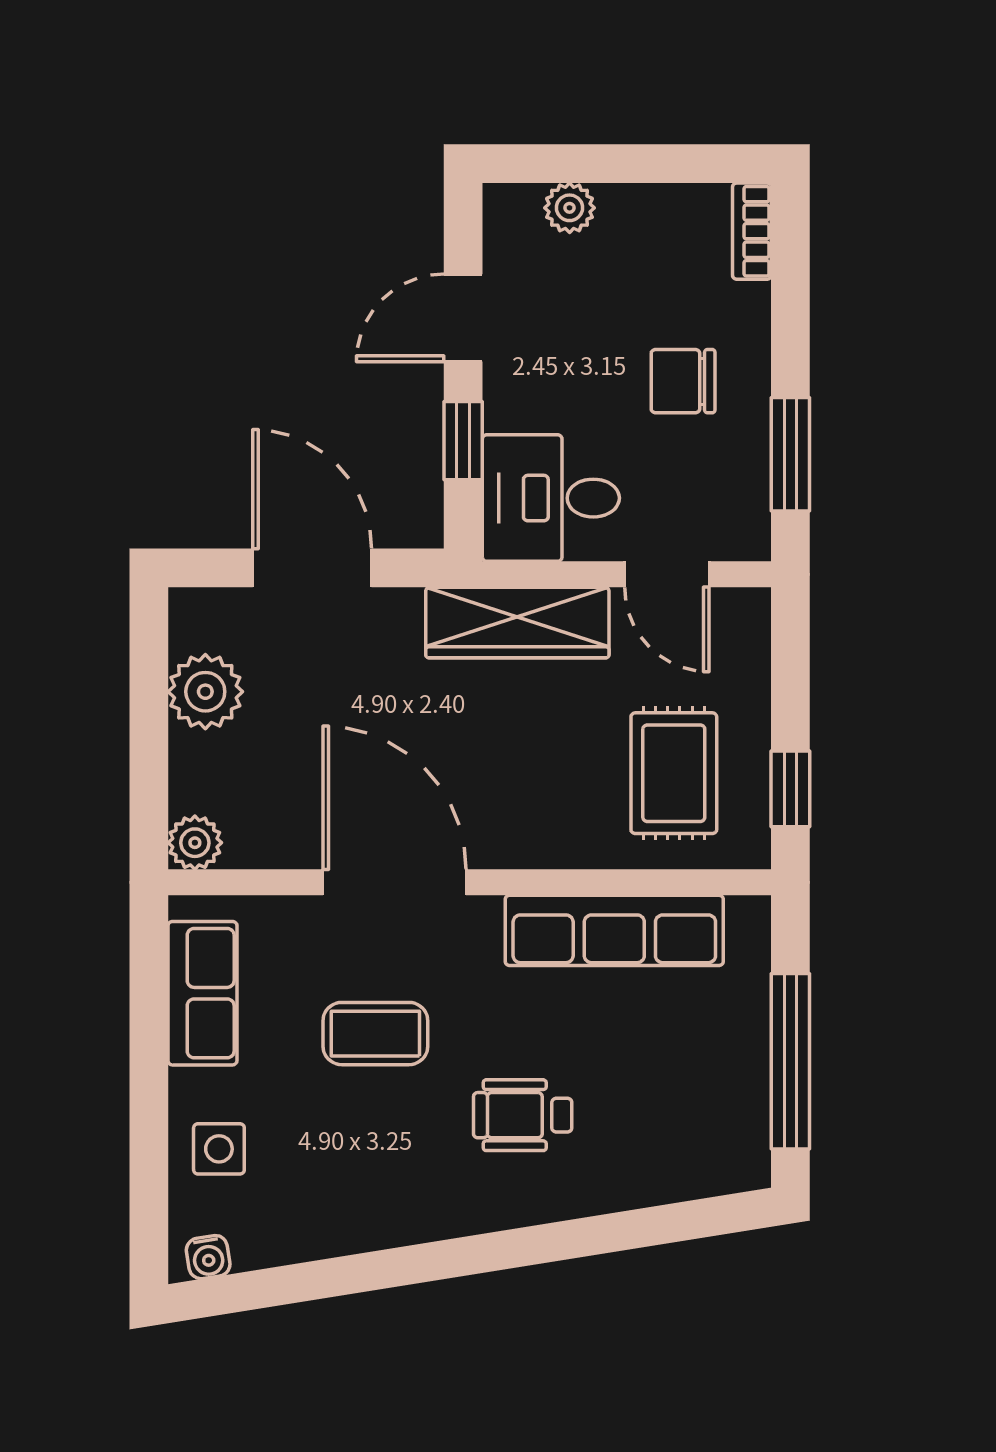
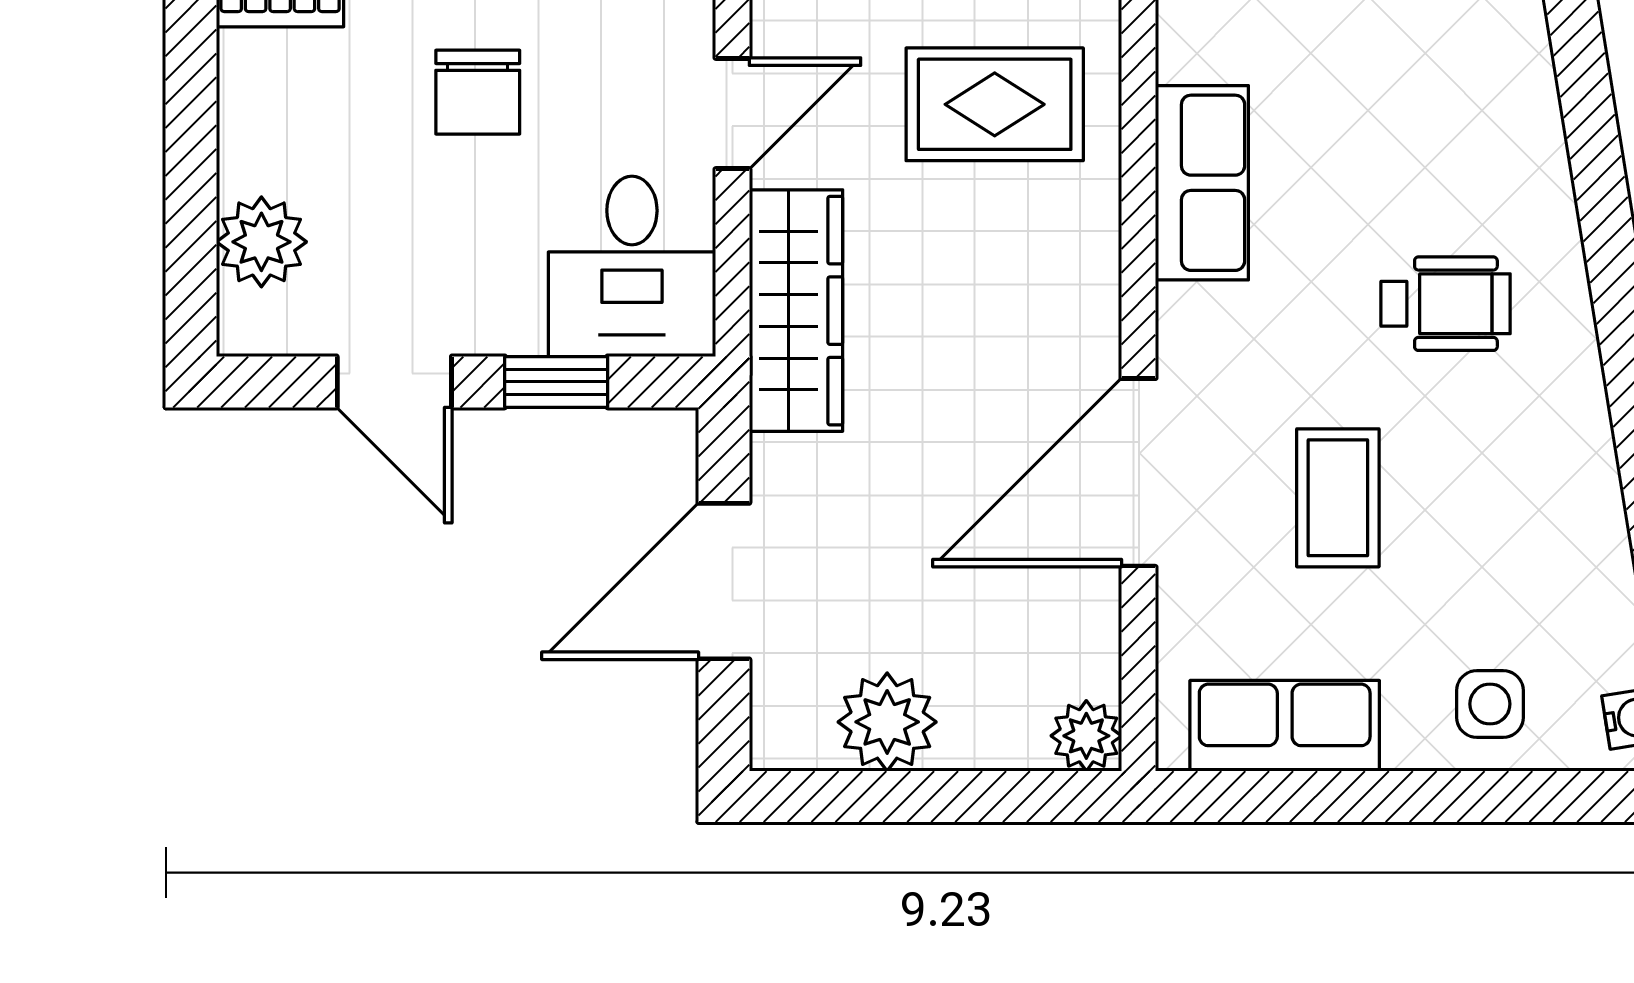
plant: (570, 208) -> (261, 242), width x1.38, depth x1.38
row of seats: (614, 930) -> (1202, 183), width x0.68
wheelchair: (523, 1115) -> (1446, 304), turned -90

